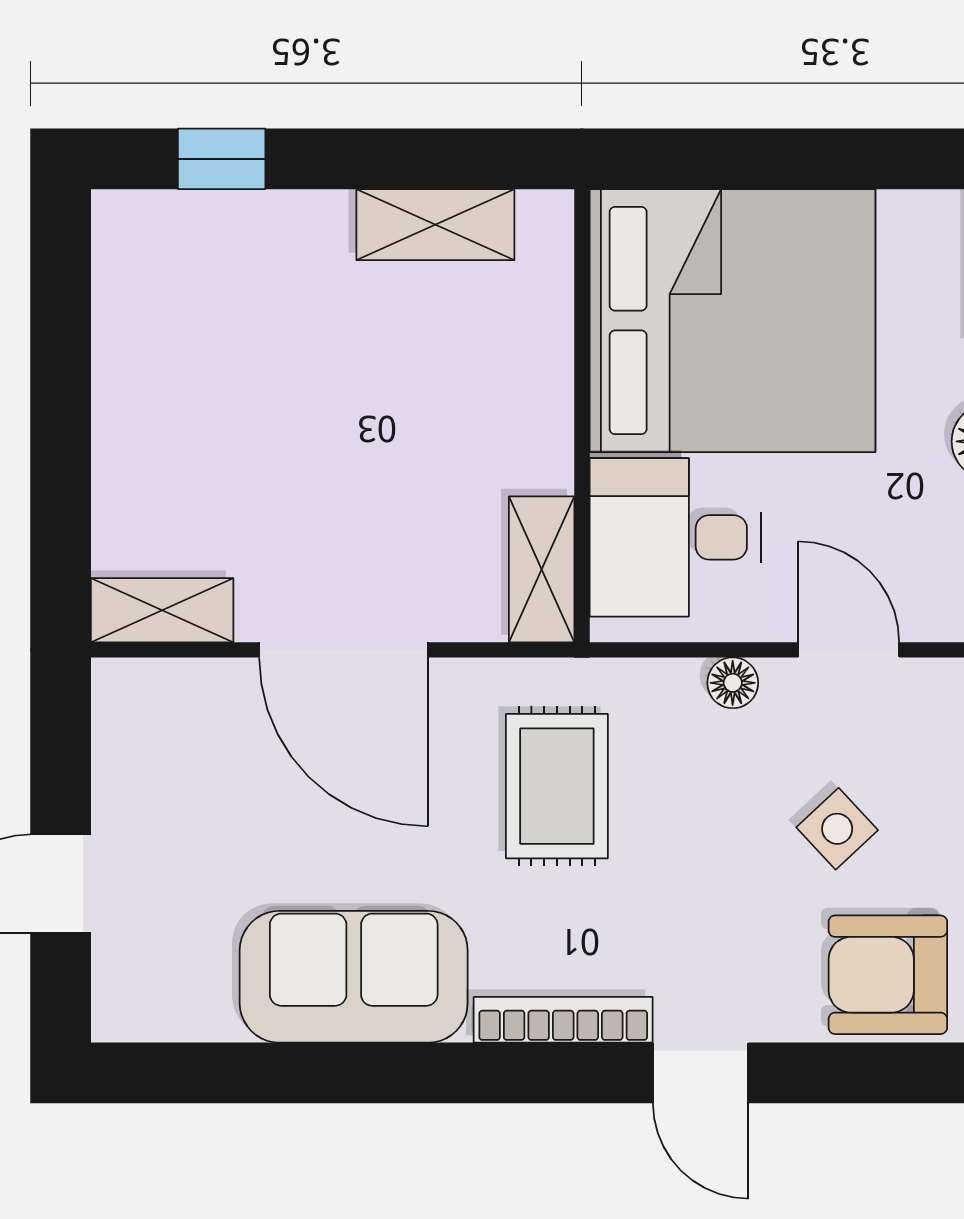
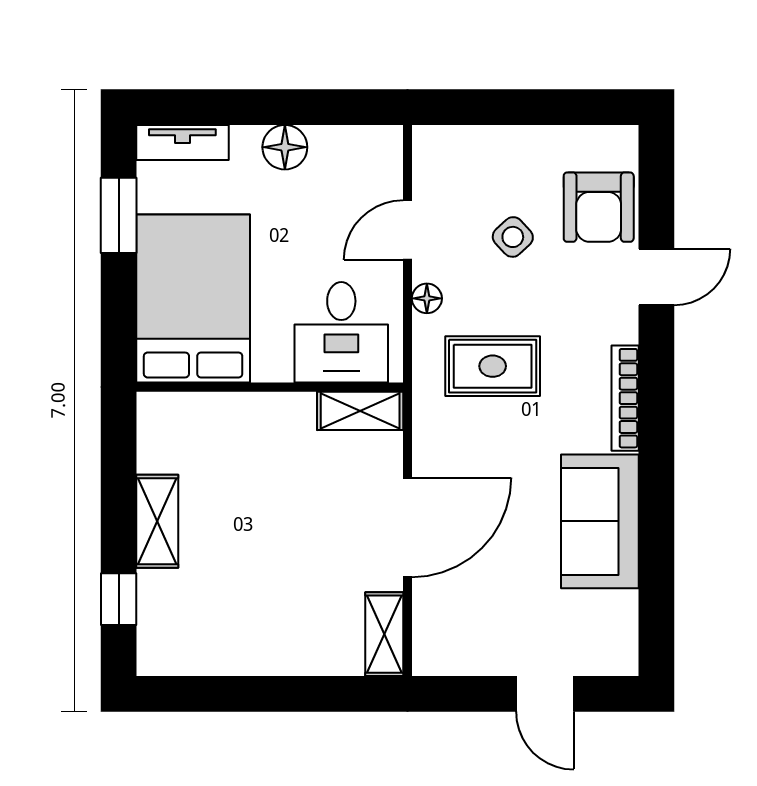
window: (874, 159) -> (119, 215), added
shelving: (435, 225) -> (157, 521), moved
bed: (732, 321) -> (193, 299), width x0.73
rug: (557, 786) -> (493, 366), moved
door: (701, 1073) -> (656, 277), moved

